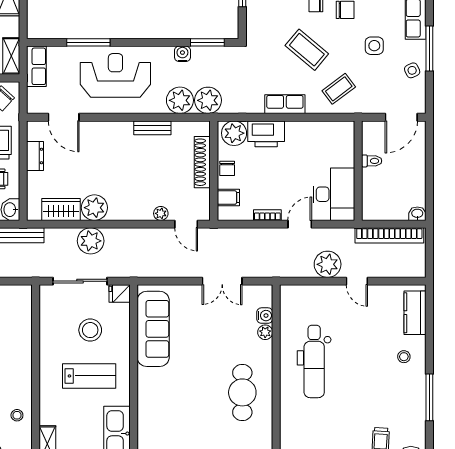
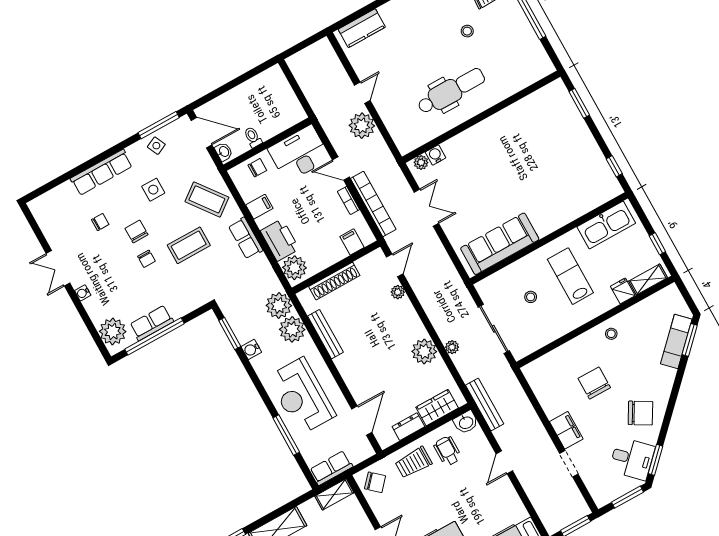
window: (429, 49) -> (159, 125), moved
coffee table: (307, 50) -> (189, 245), turned 50
coffee table: (339, 89) -> (207, 199), width x1.36, depth x1.30
bench: (152, 128) -> (326, 334), width x1.36
filing cabinet: (306, 132) -> (259, 207), added
chair: (227, 168) -> (257, 168), moved
wardrobe: (61, 210) -> (437, 408), moved, turned 90
washbasin: (417, 214) -> (224, 152), moved, turned 180
bookcase: (389, 235) -> (373, 204), moved
plant: (91, 241) -> (452, 347), width x0.53, depth x0.53
fridge: (120, 294) -> (623, 291), moved, turned 180
stool: (90, 330) -> (531, 297), width x0.53, depth x0.53
plant: (265, 332) -> (421, 162), moved
stool: (404, 357) -> (467, 31), moved
cafe table: (242, 392) -> (512, 138), removed
stool: (17, 415) -> (611, 334), moved

